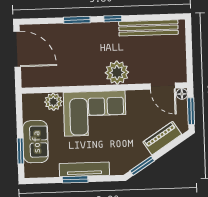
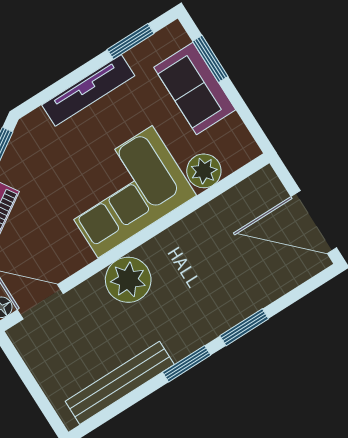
window: (113, 19) -> (187, 364), width x1.50
window: (75, 179) -> (131, 41), moved

